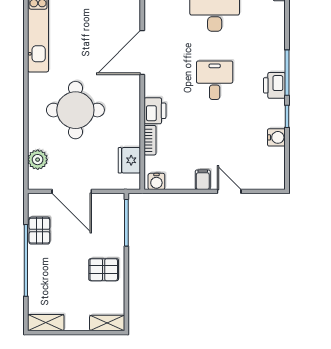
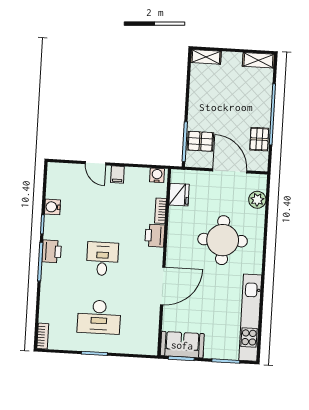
desk: (215, 80) -> (102, 259), turned 180
pallet: (104, 270) -> (200, 141), moved

